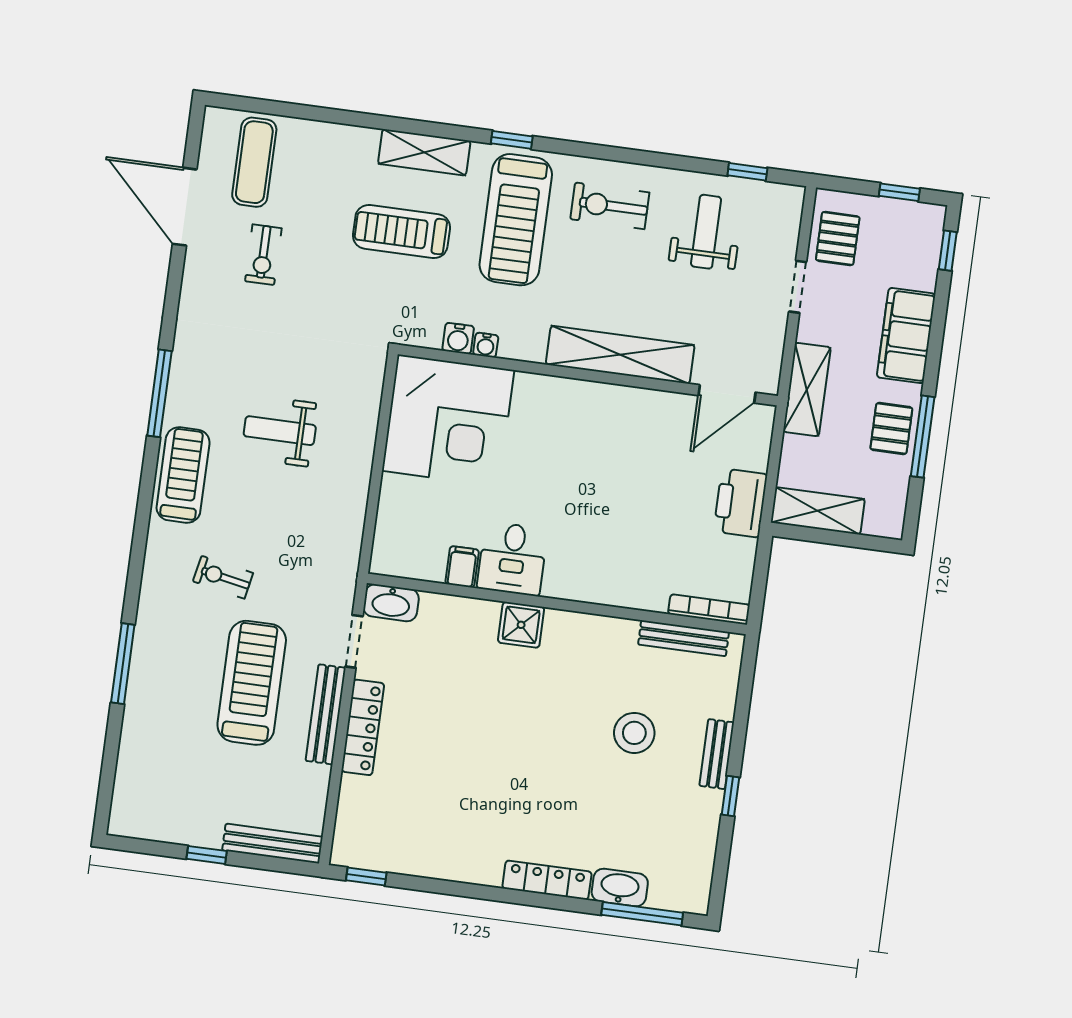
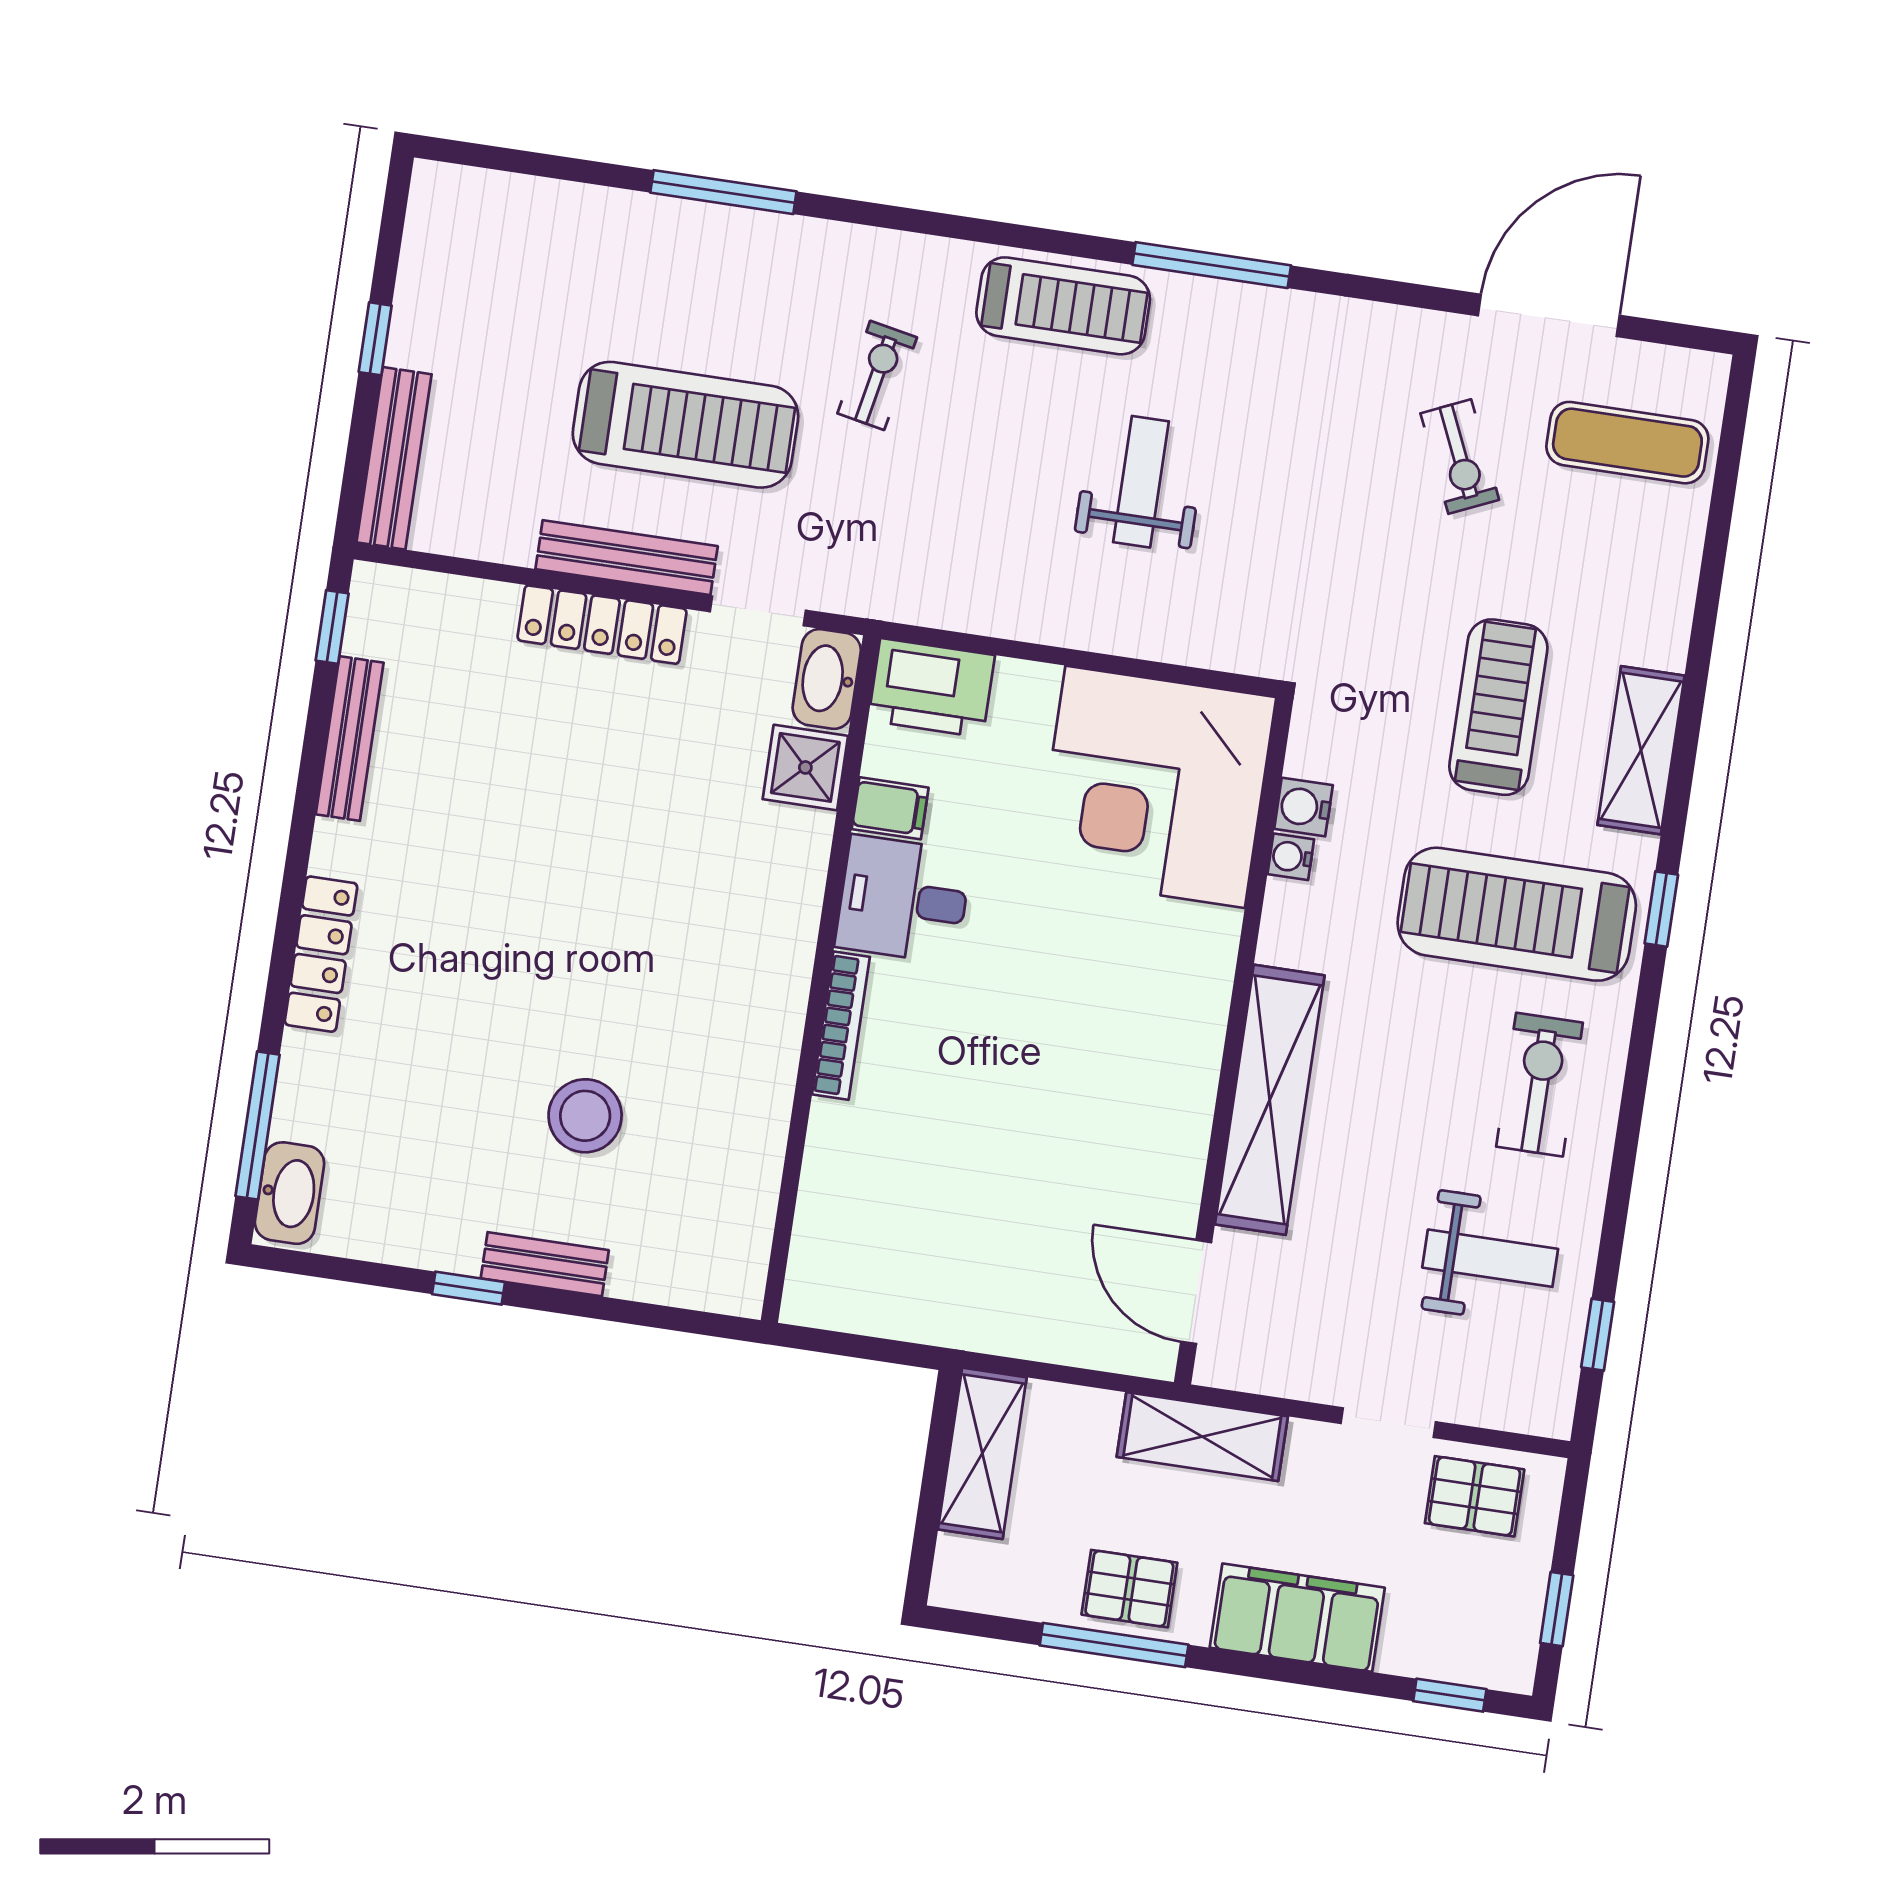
exercise bike: (263, 255) -> (1460, 457), turned -114
printer: (740, 503) -> (931, 688), moved, turned 180
bookcase: (709, 609) -> (841, 1026), moved
shower: (521, 625) -> (805, 767), moved
bench: (684, 638) -> (350, 739), moved
washbasin: (620, 888) -> (290, 1193), moved

